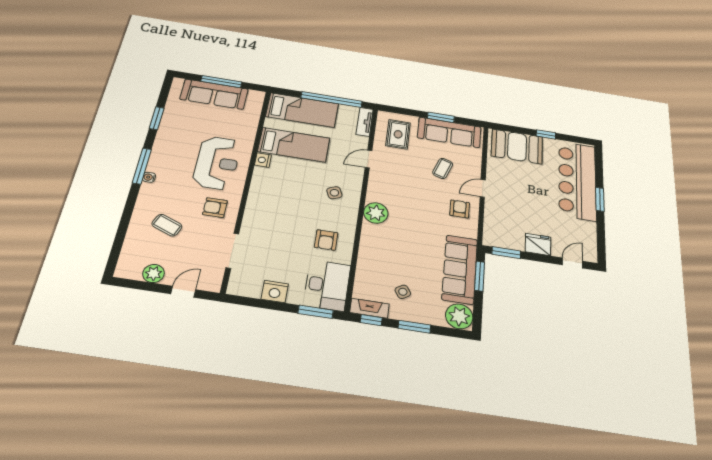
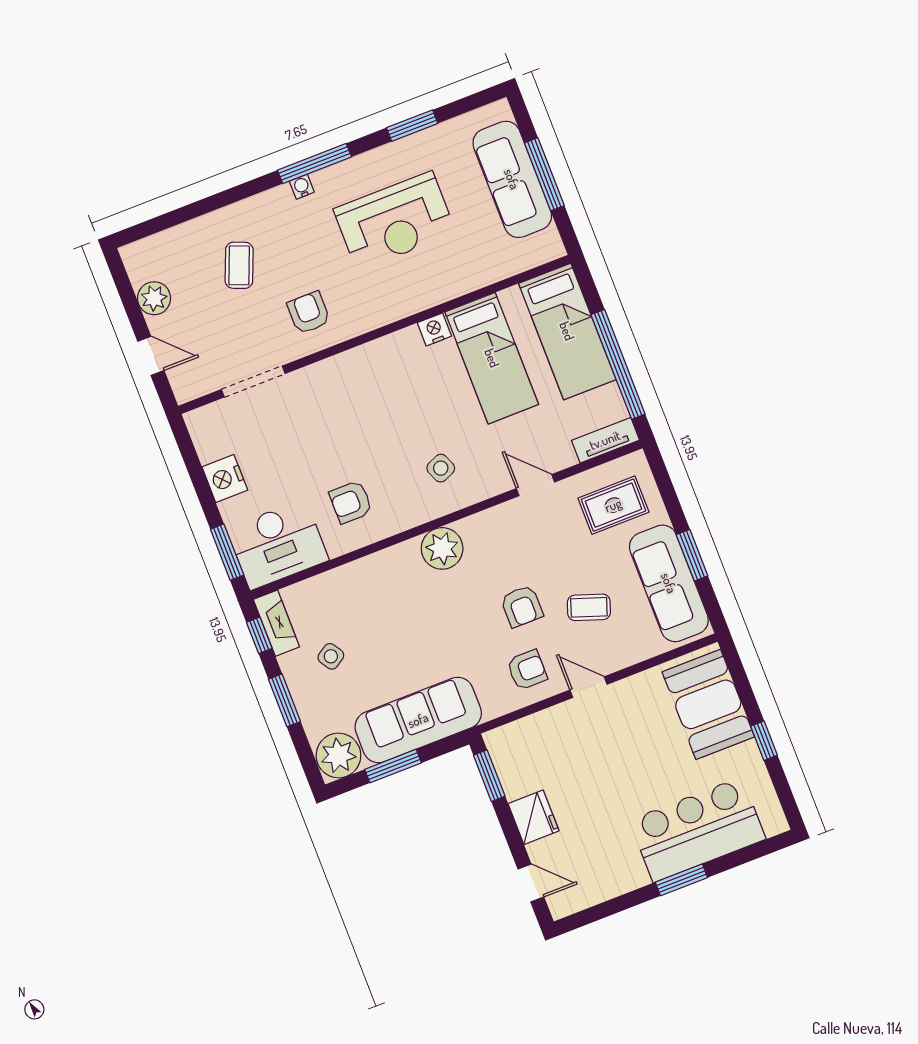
reception desk: (217, 163) -> (395, 221), moved
bar counter: (577, 181) -> (698, 830), width x0.73
armchair: (426, 195) -> (522, 606), added
window: (480, 276) -> (393, 766), moved

